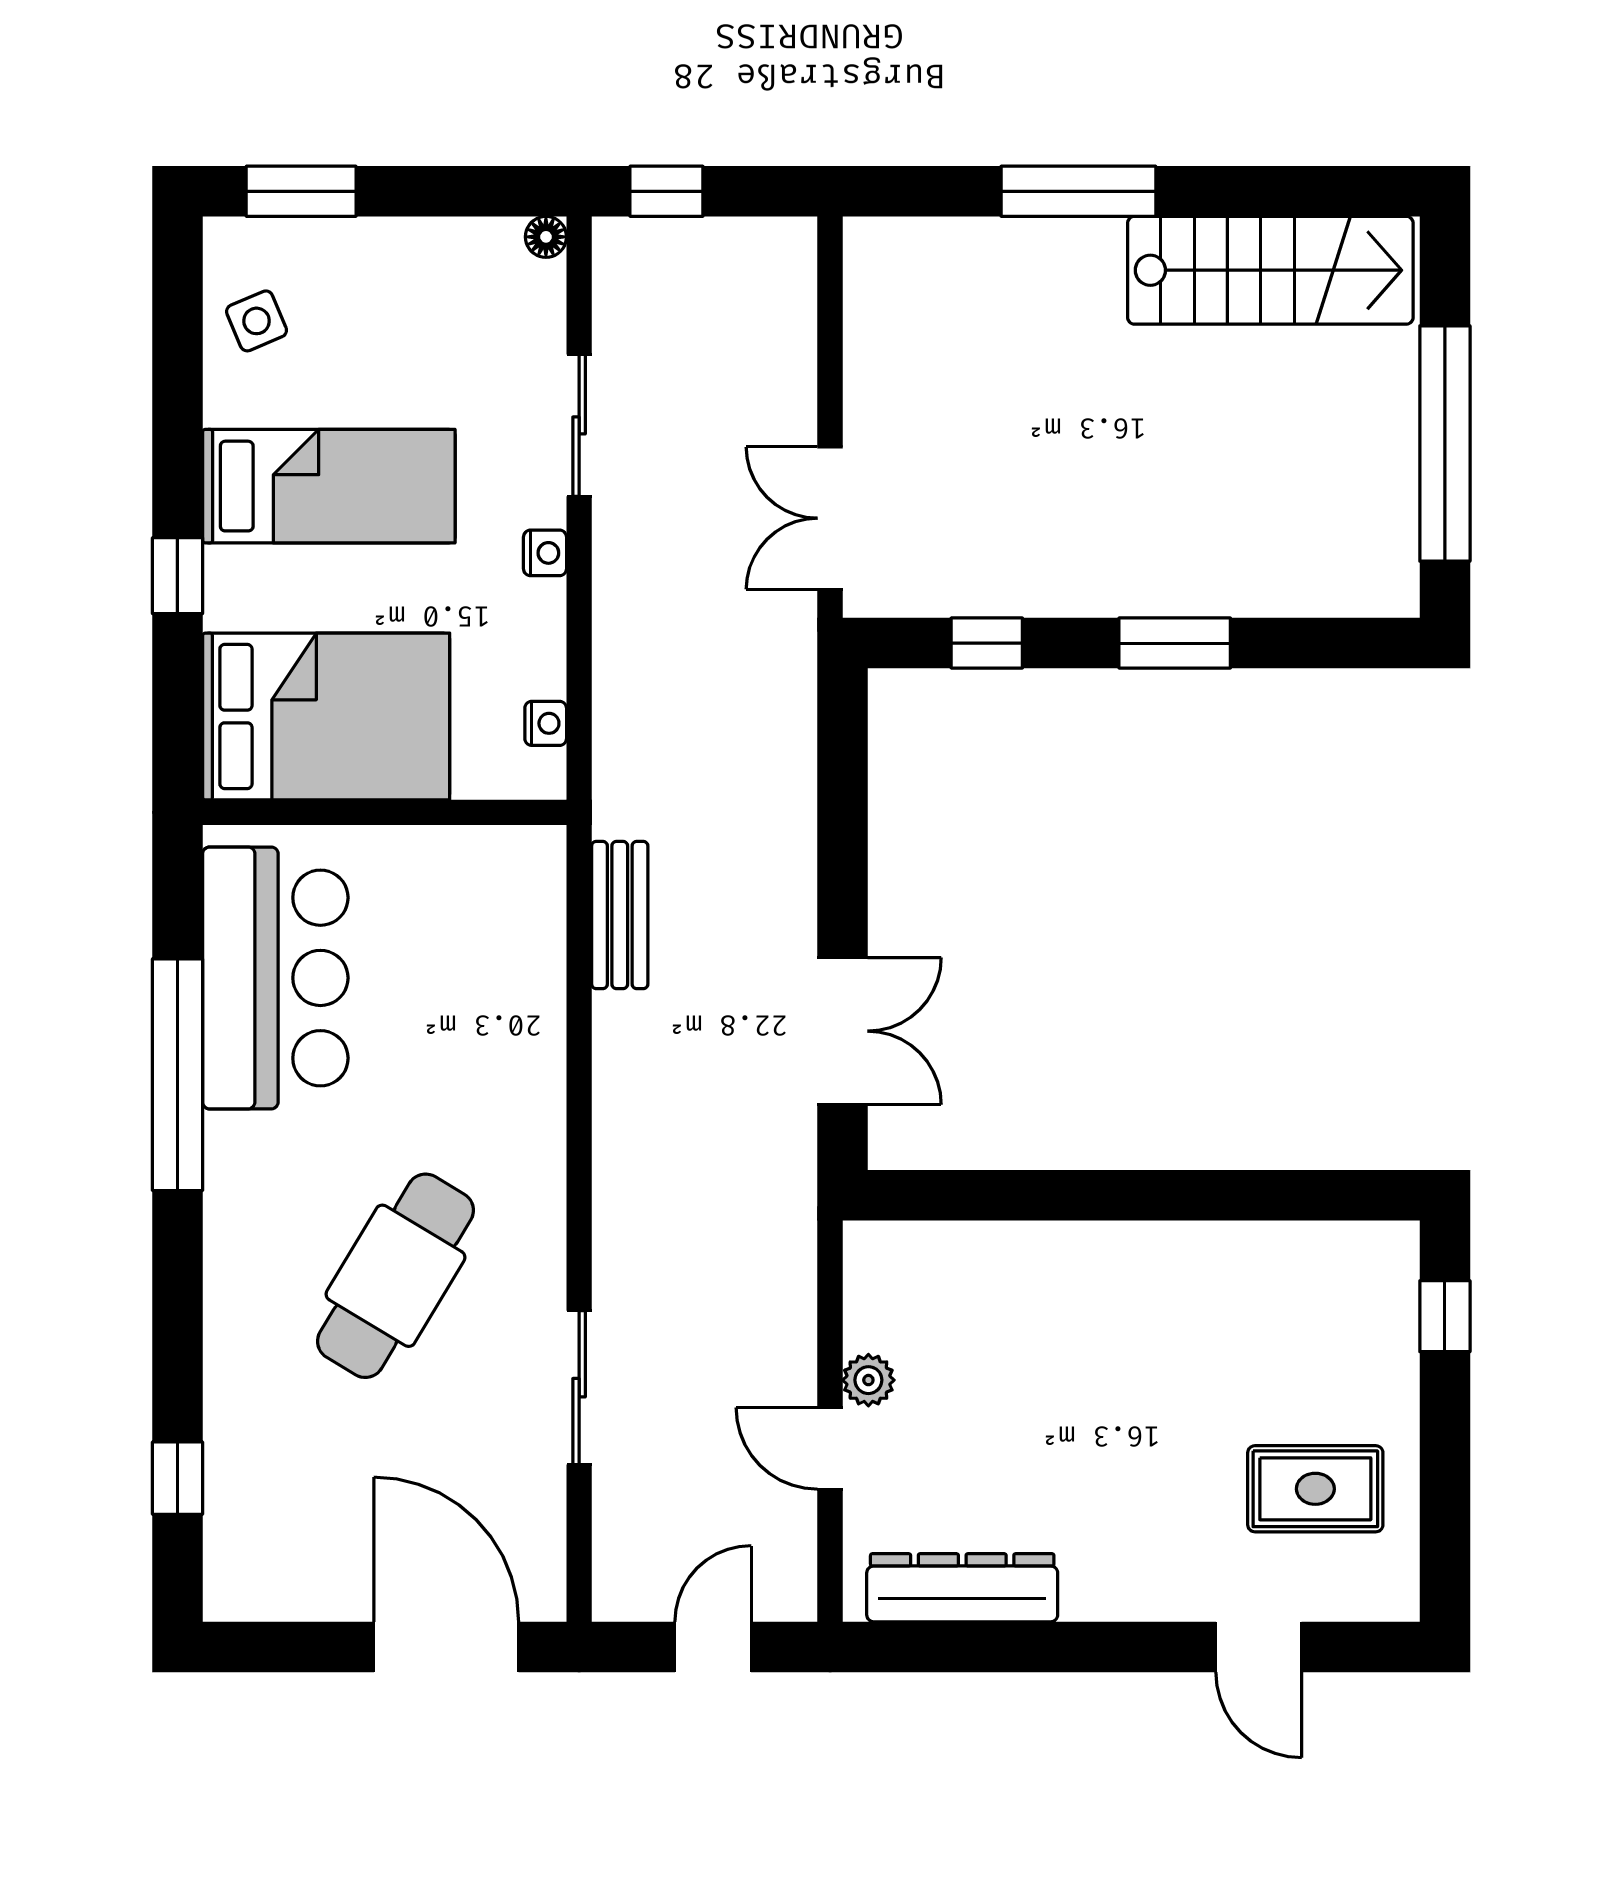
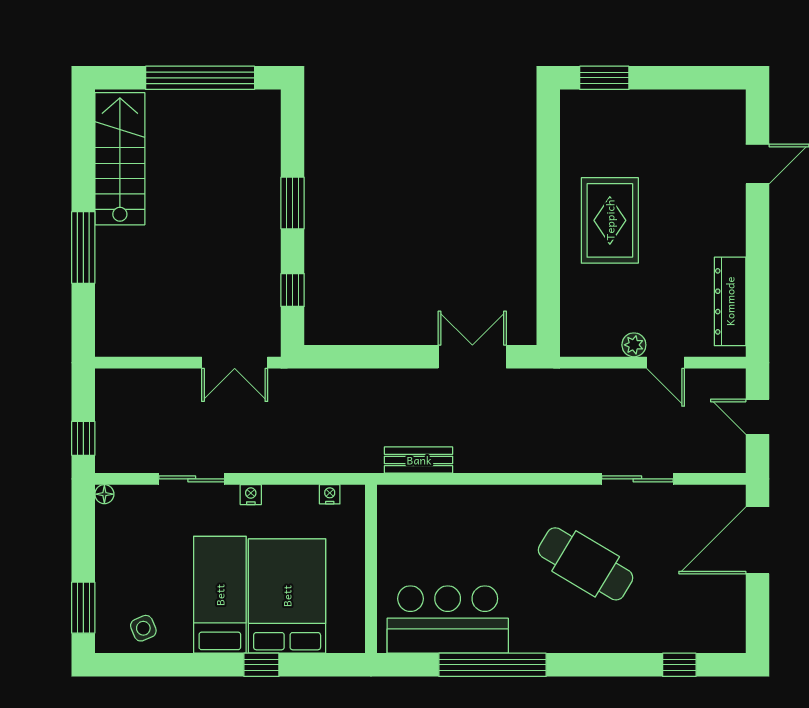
bed: (326, 716) -> (287, 596), moved
window: (1445, 1316) -> (604, 78), width x1.50
door: (830, 1448) -> (666, 363), hinge flipped
rug: (1315, 1489) -> (610, 220), moved, width x1.36, depth x1.43

